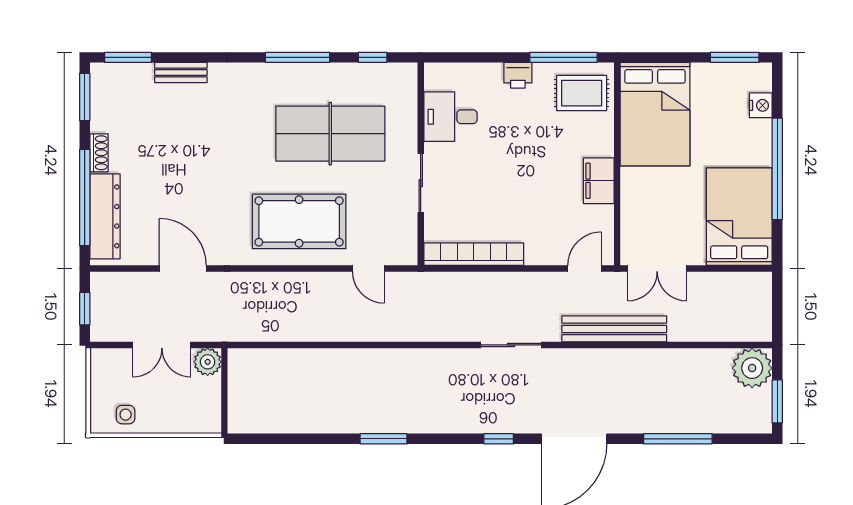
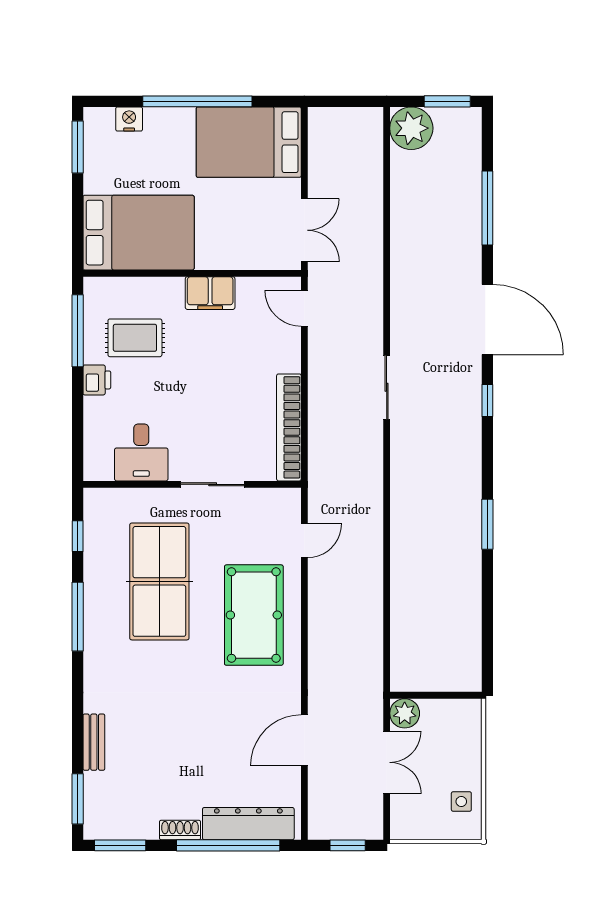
rug: (582, 93) -> (135, 338), moved, turned 90
bench: (614, 329) -> (369, 276), removed

